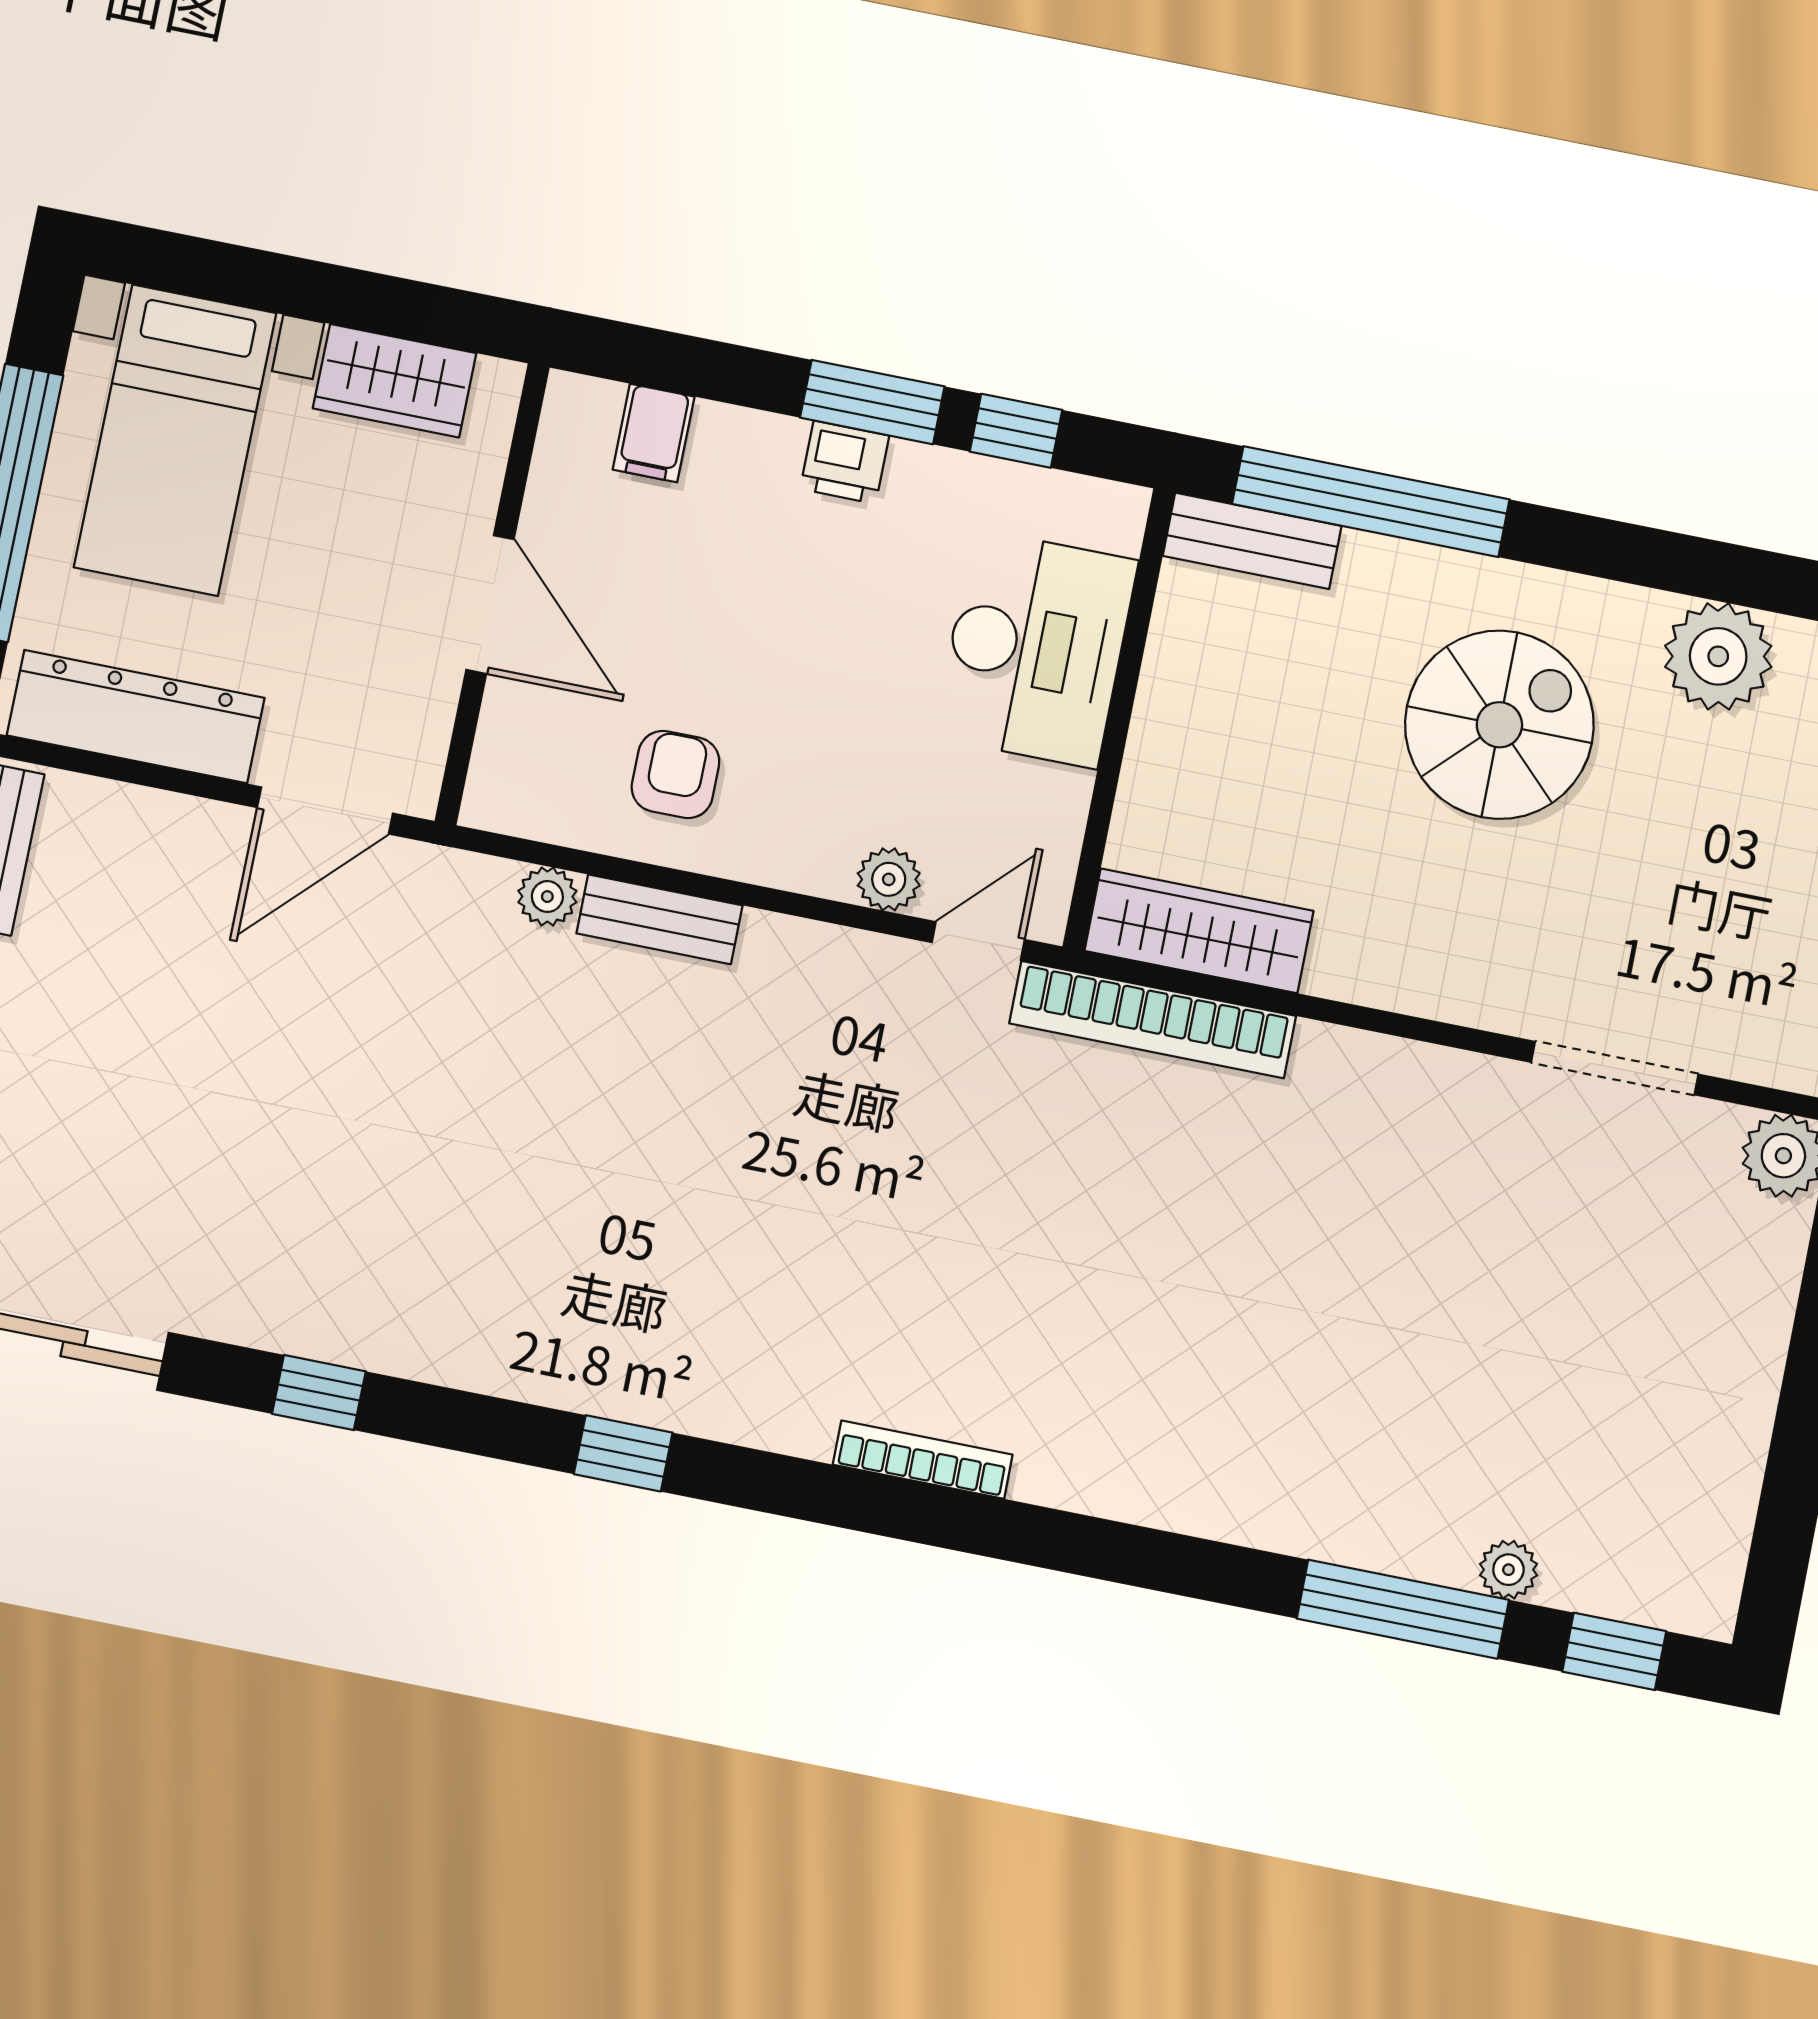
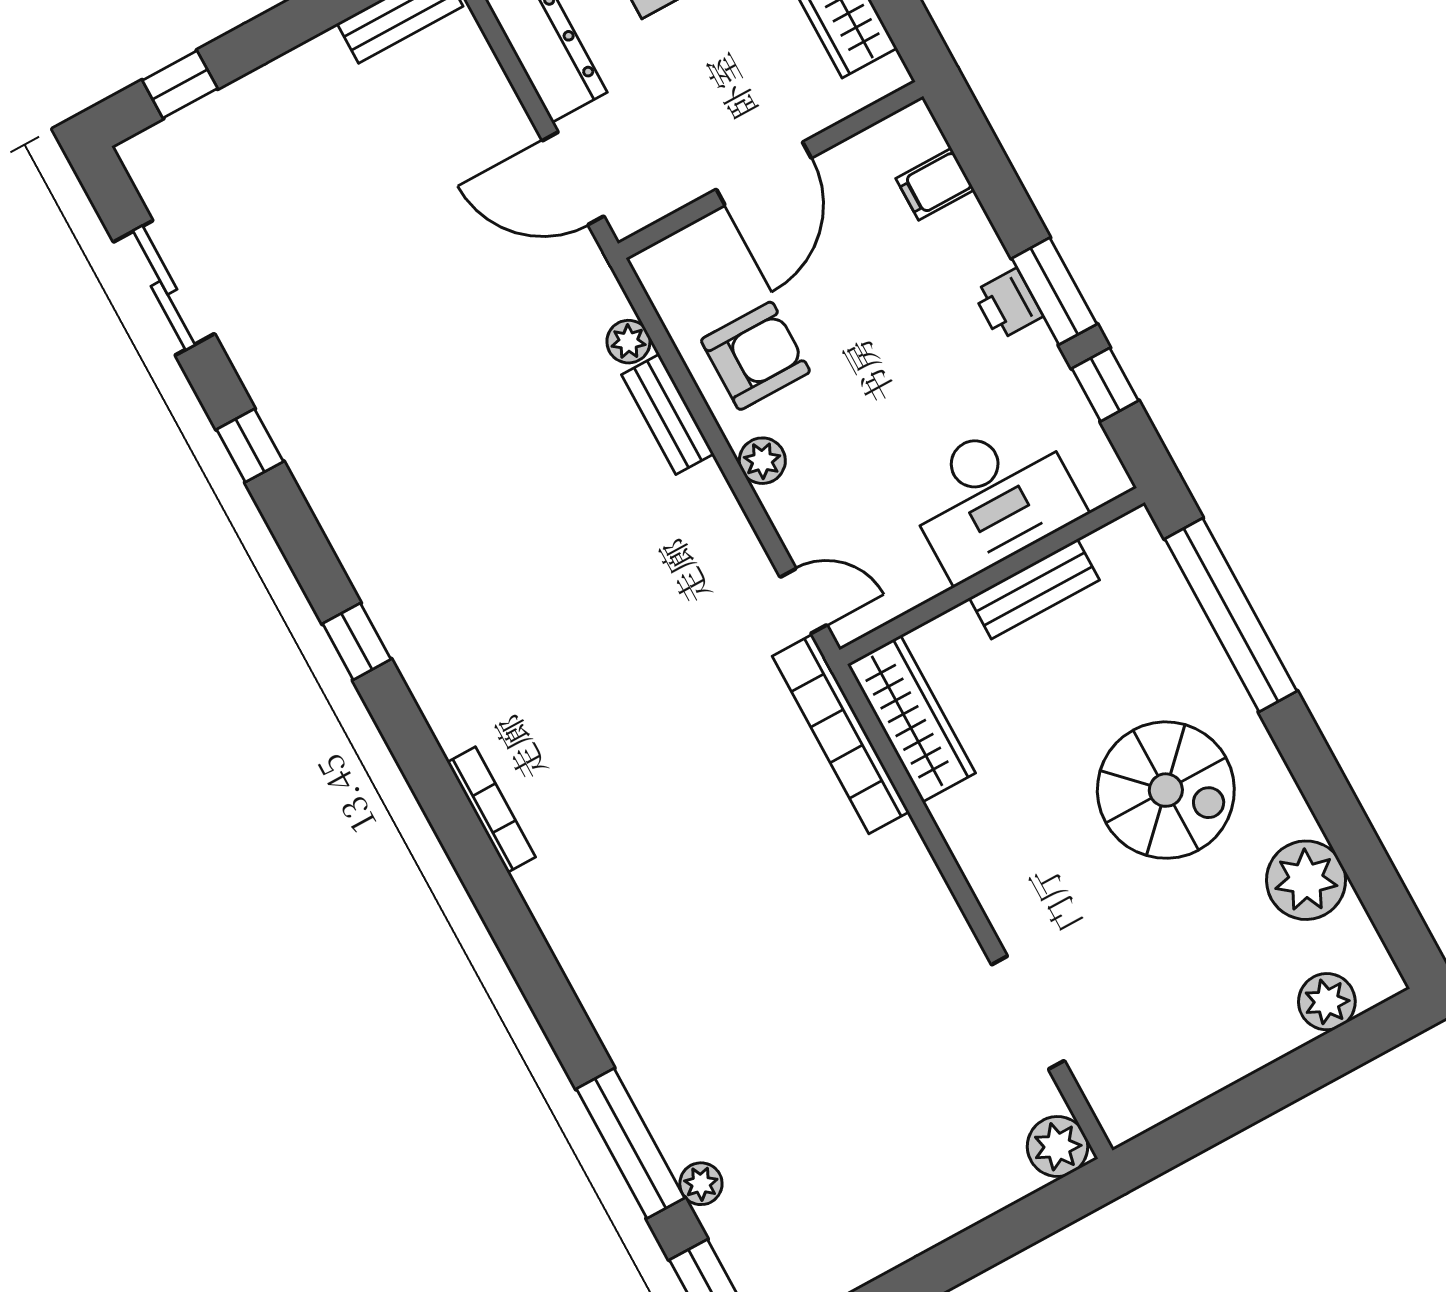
bench: (1252, 541) -> (1034, 589), moved, turned 90
armchair: (675, 774) -> (755, 356), width x1.38, depth x1.38
plant: (889, 879) -> (762, 461), moved

